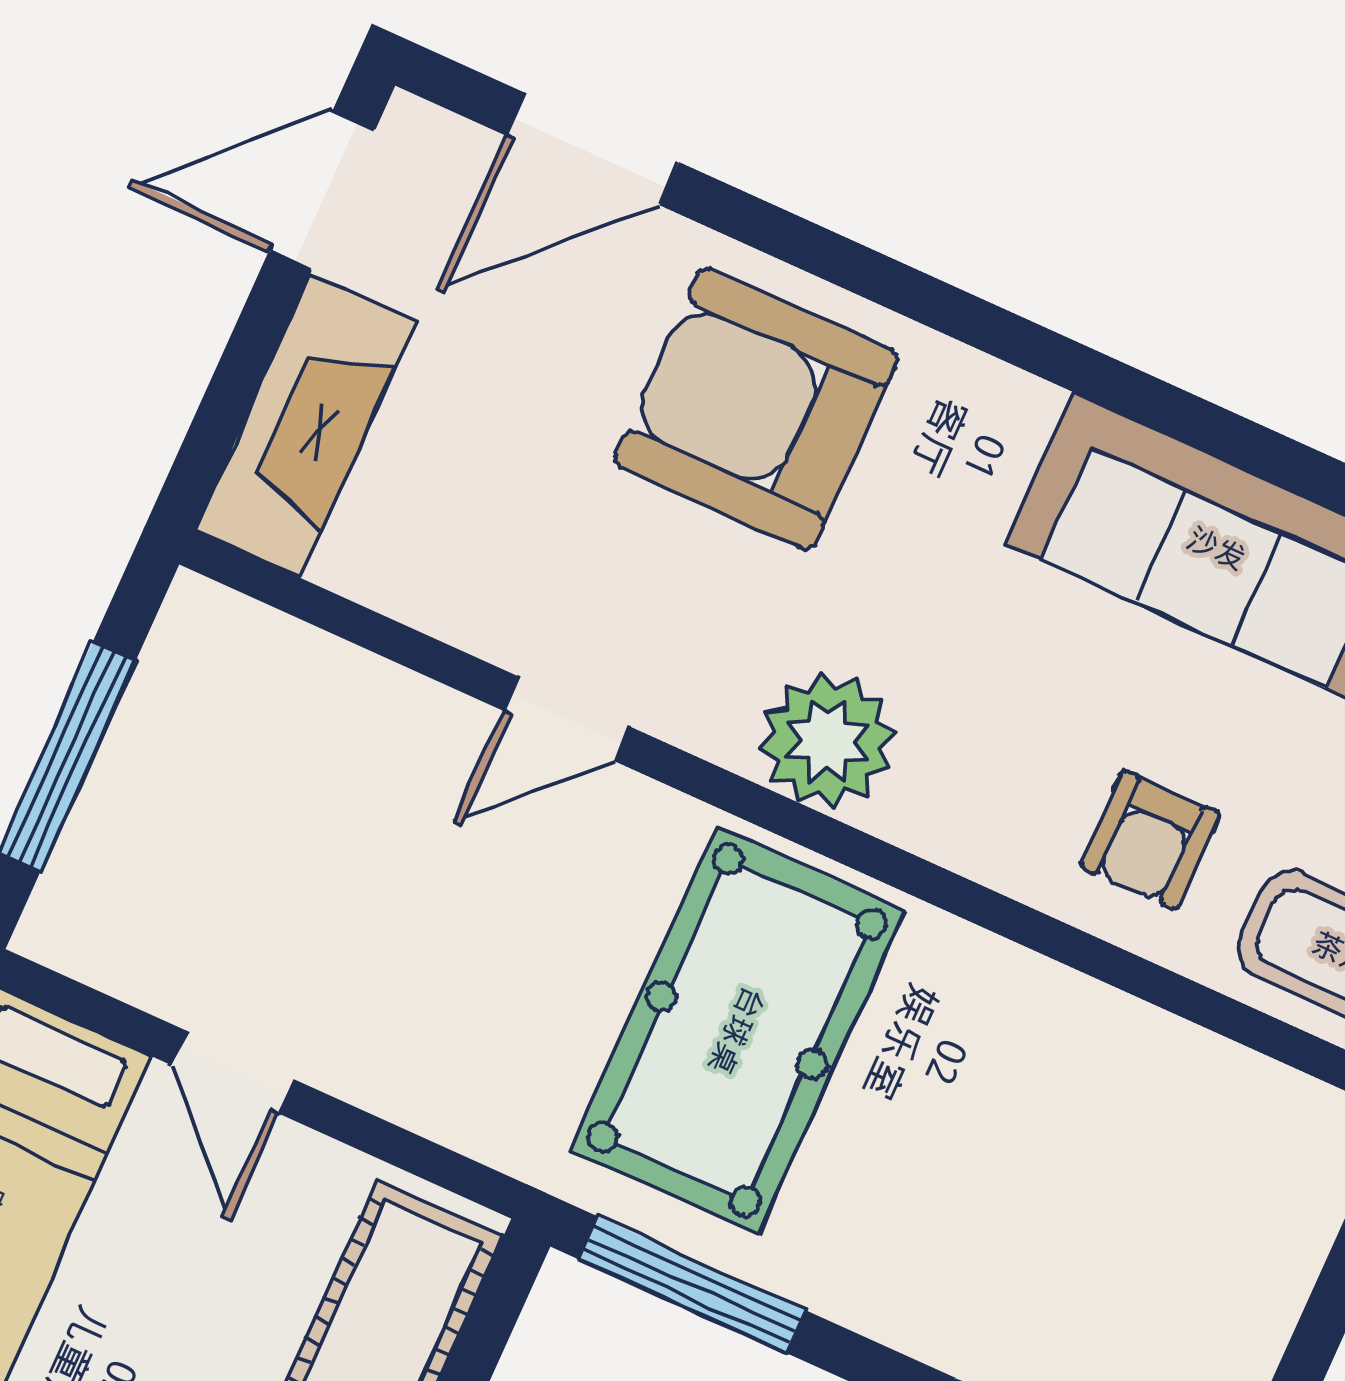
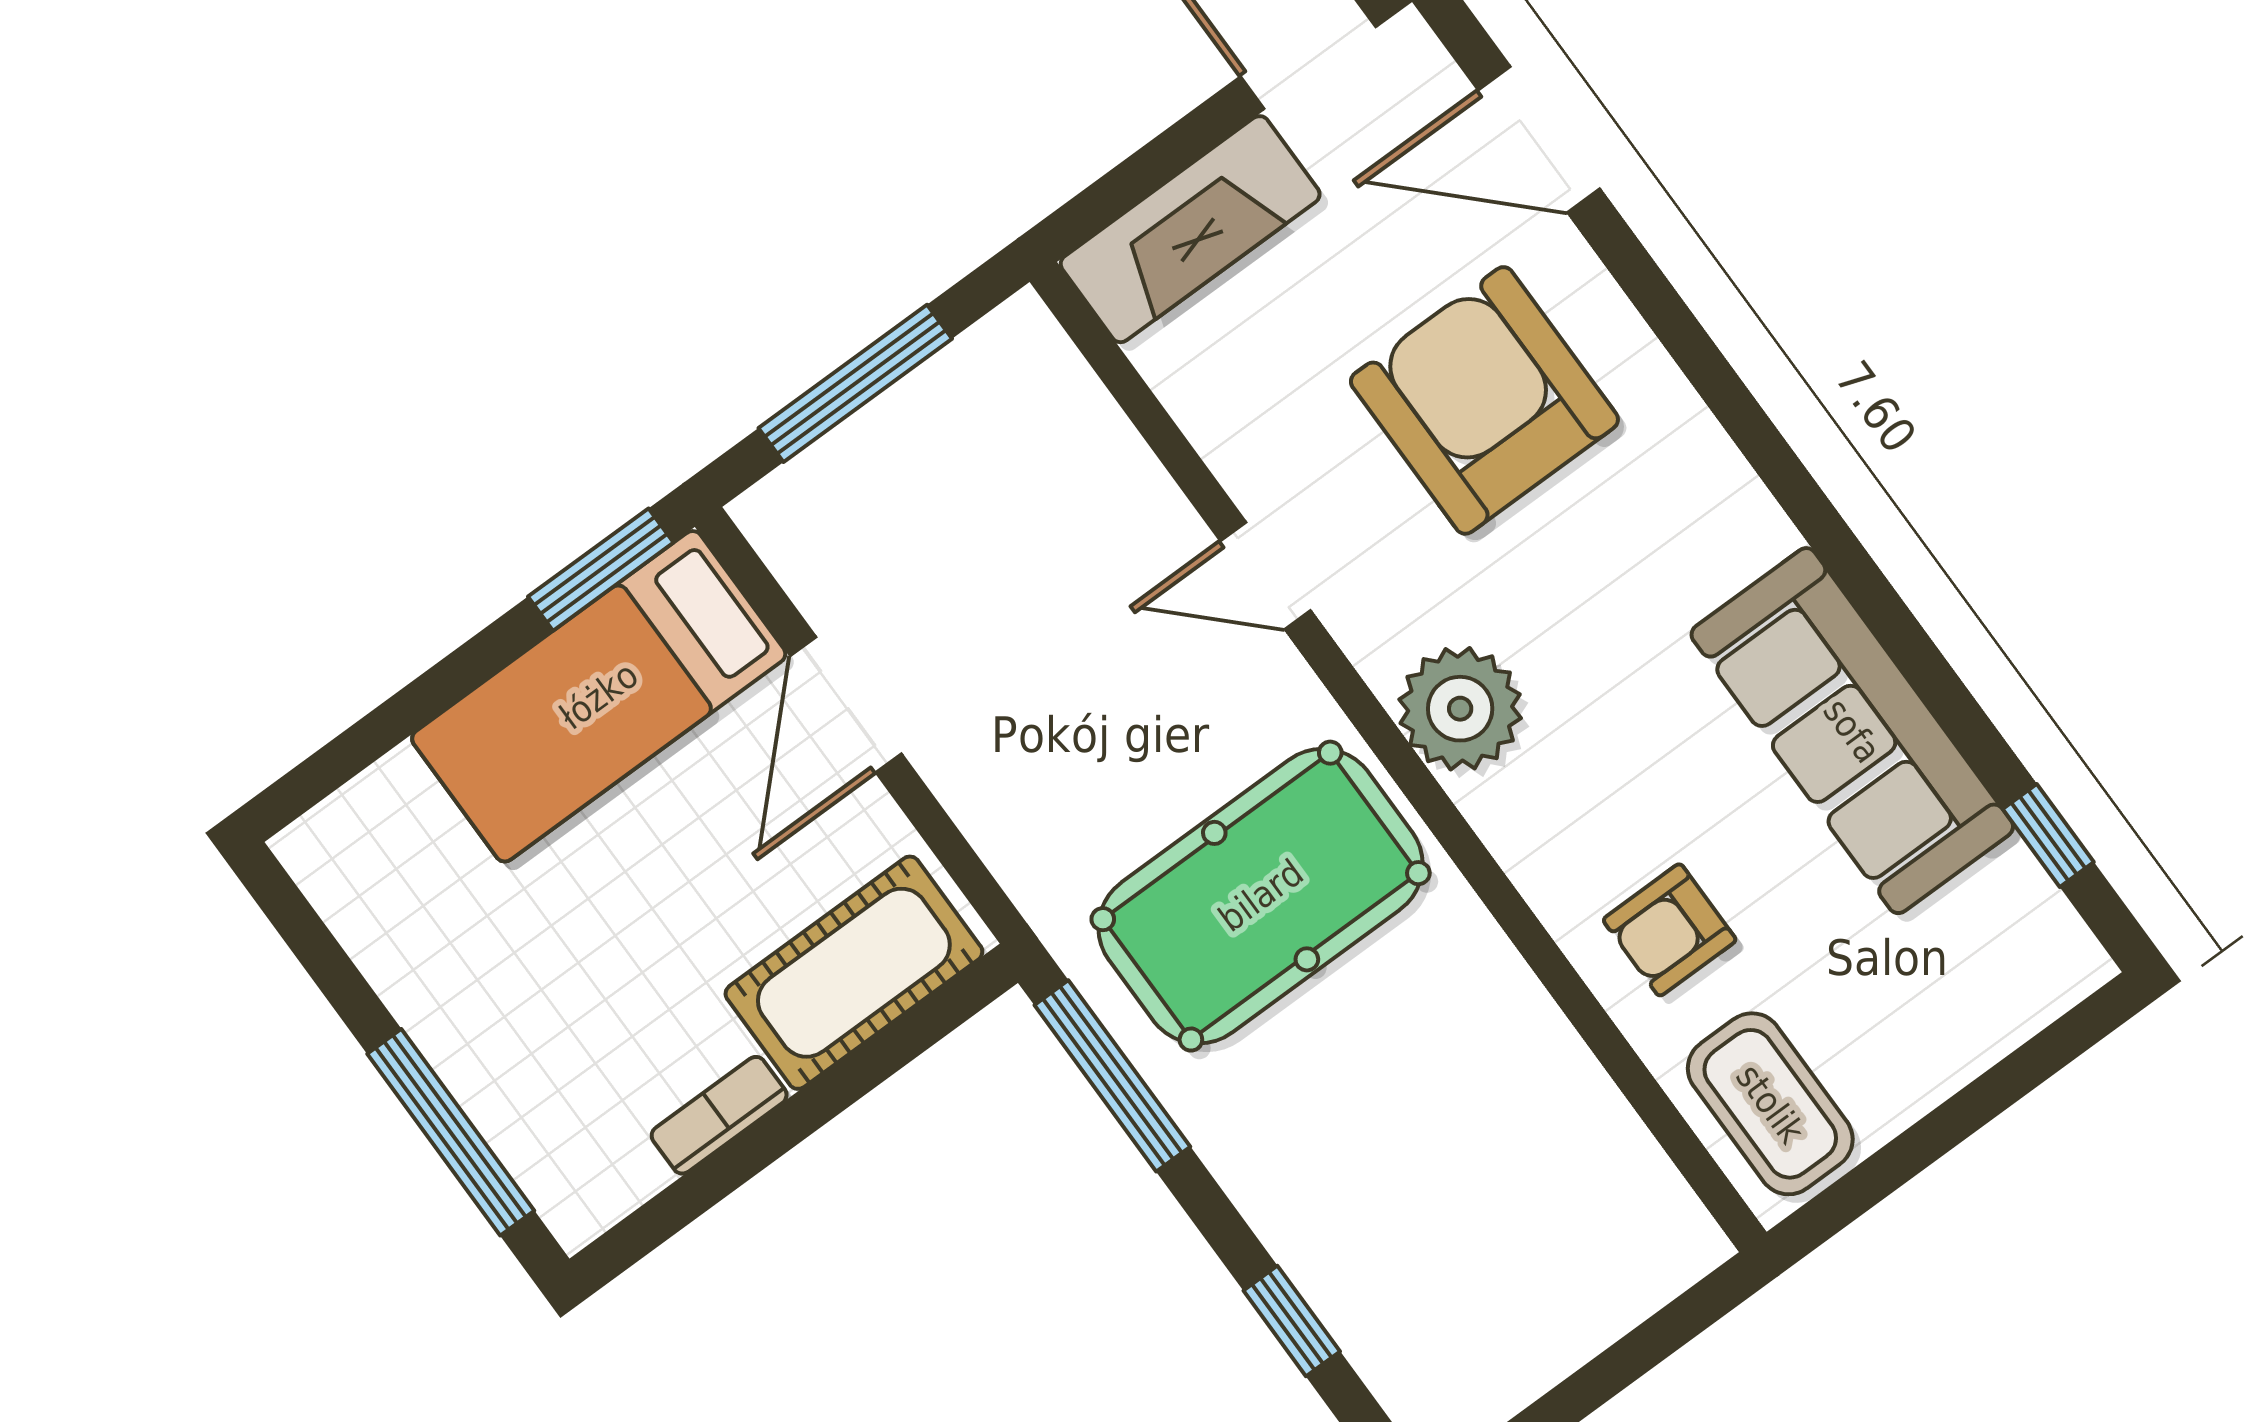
armchair: (756, 409) -> (1484, 400), moved
door: (233, 1072) -> (846, 705), width x1.38

